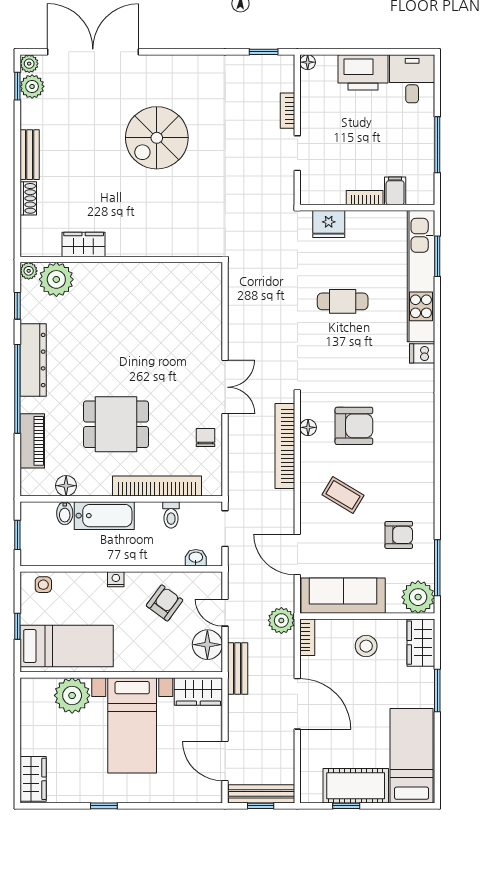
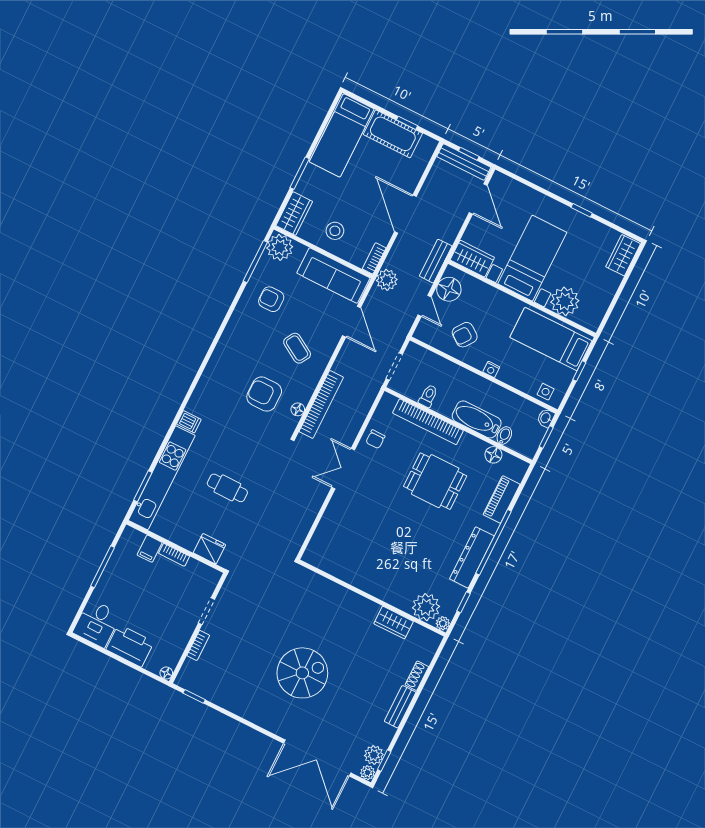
washbasin: (196, 558) -> (546, 418), moved, turned 90

